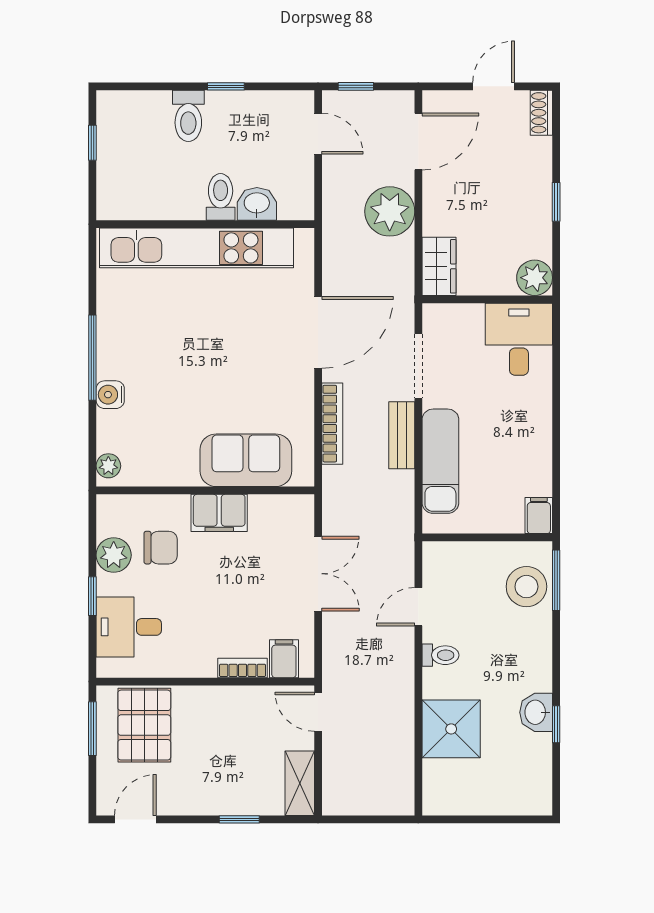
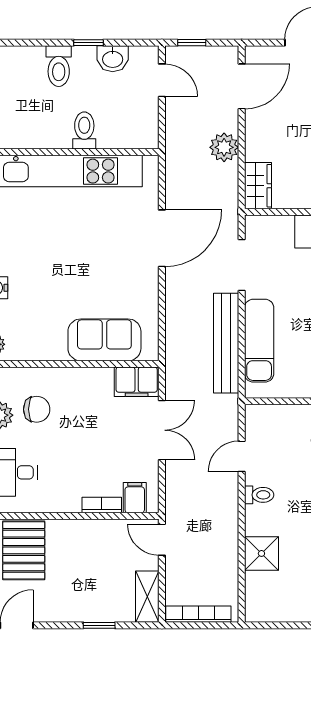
washbasin: (257, 204) -> (113, 59), moved, turned 180
plant: (390, 211) -> (224, 147), width x0.73, depth x0.73
bookcase: (332, 424) -> (198, 614), moved, turned -90
bench: (402, 435) -> (226, 343), width x1.86, depth x1.21
filing cabinet: (219, 513) -> (137, 382), moved
shower: (451, 729) -> (261, 553), width x0.73, depth x0.73

